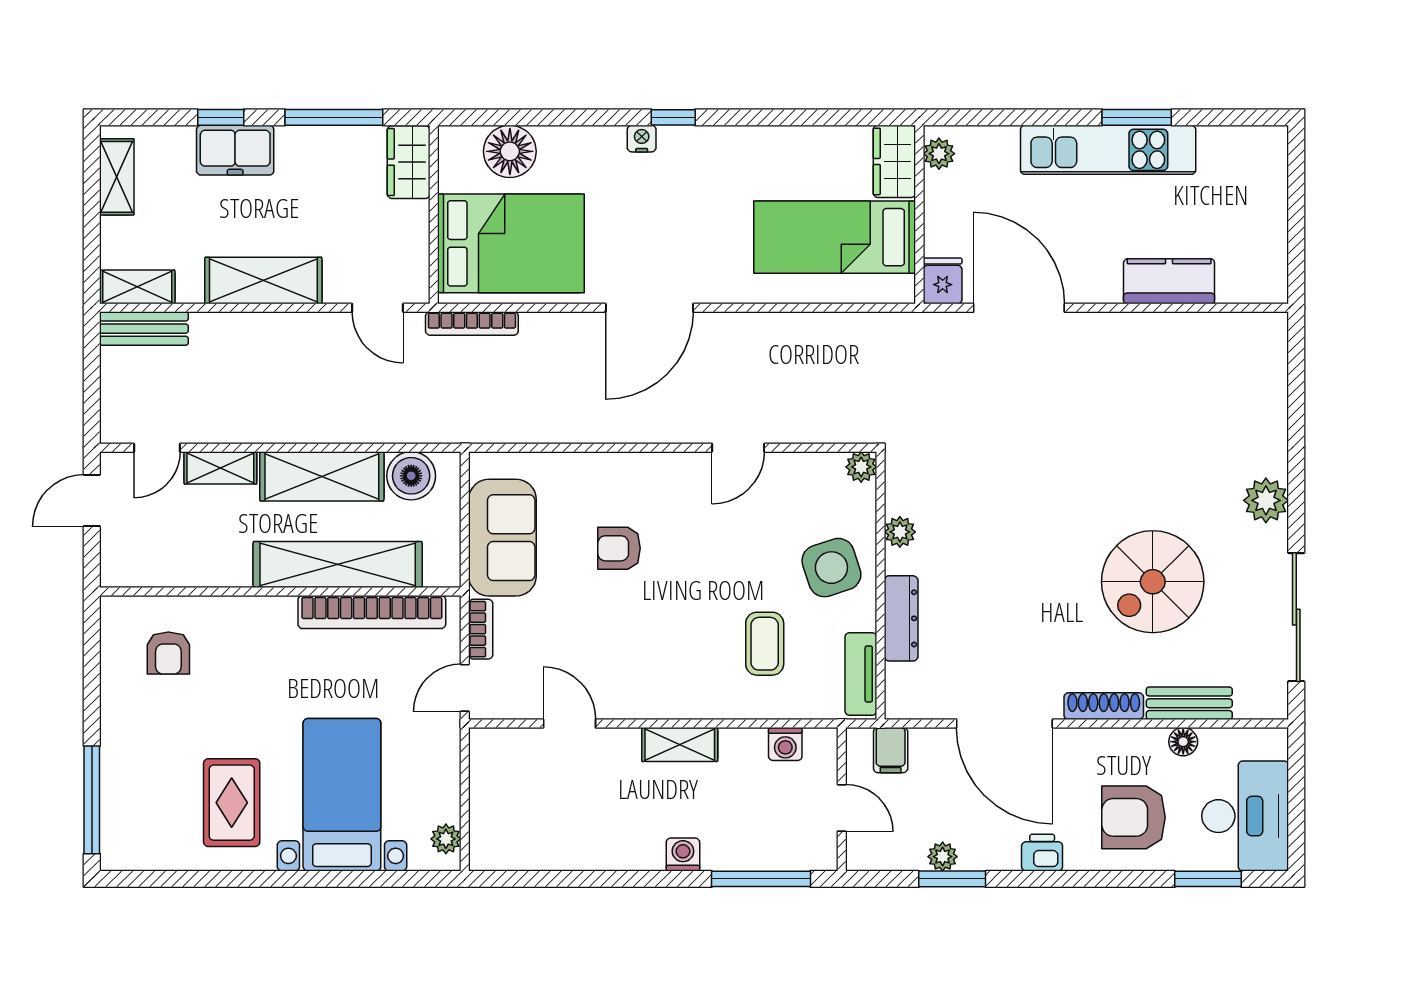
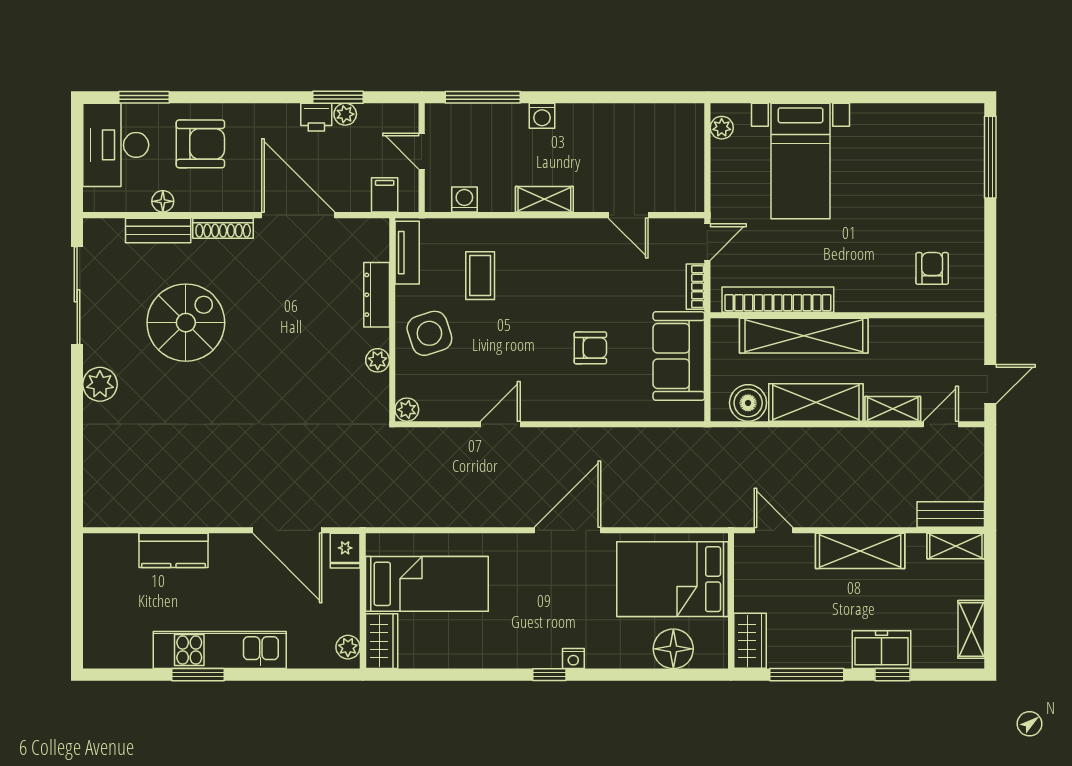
bookcase: (472, 323) -> (702, 518), removed
rug: (232, 803) -> (884, 155), removed
printer: (1042, 853) -> (316, 117), moved

